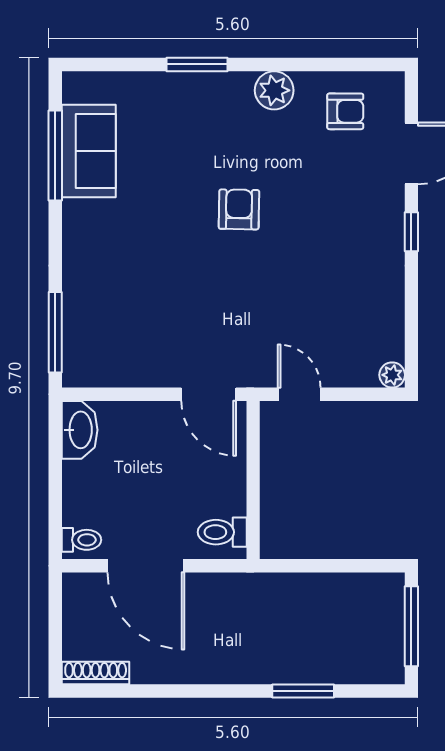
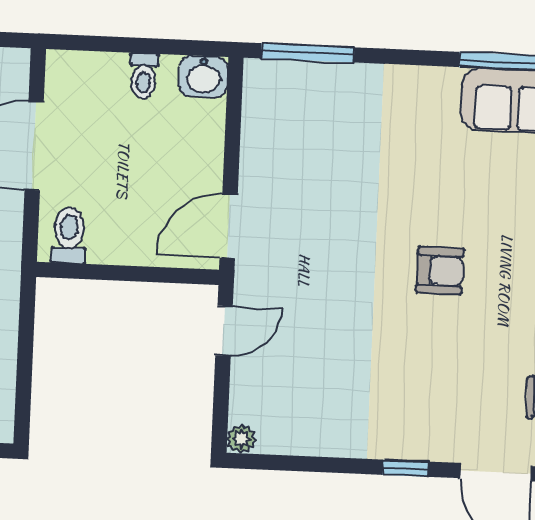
washbasin: (80, 430) -> (203, 76), width x0.72
toilet: (82, 540) -> (144, 76), moved

